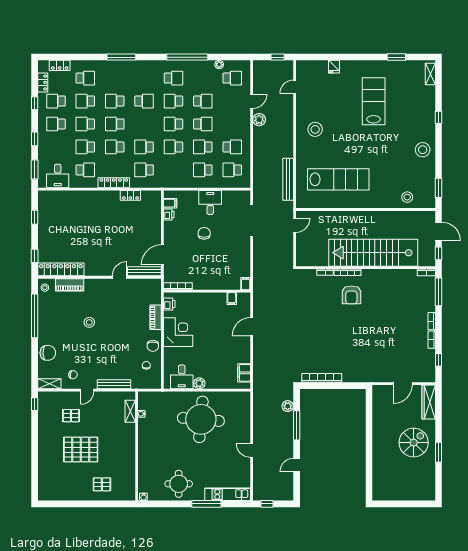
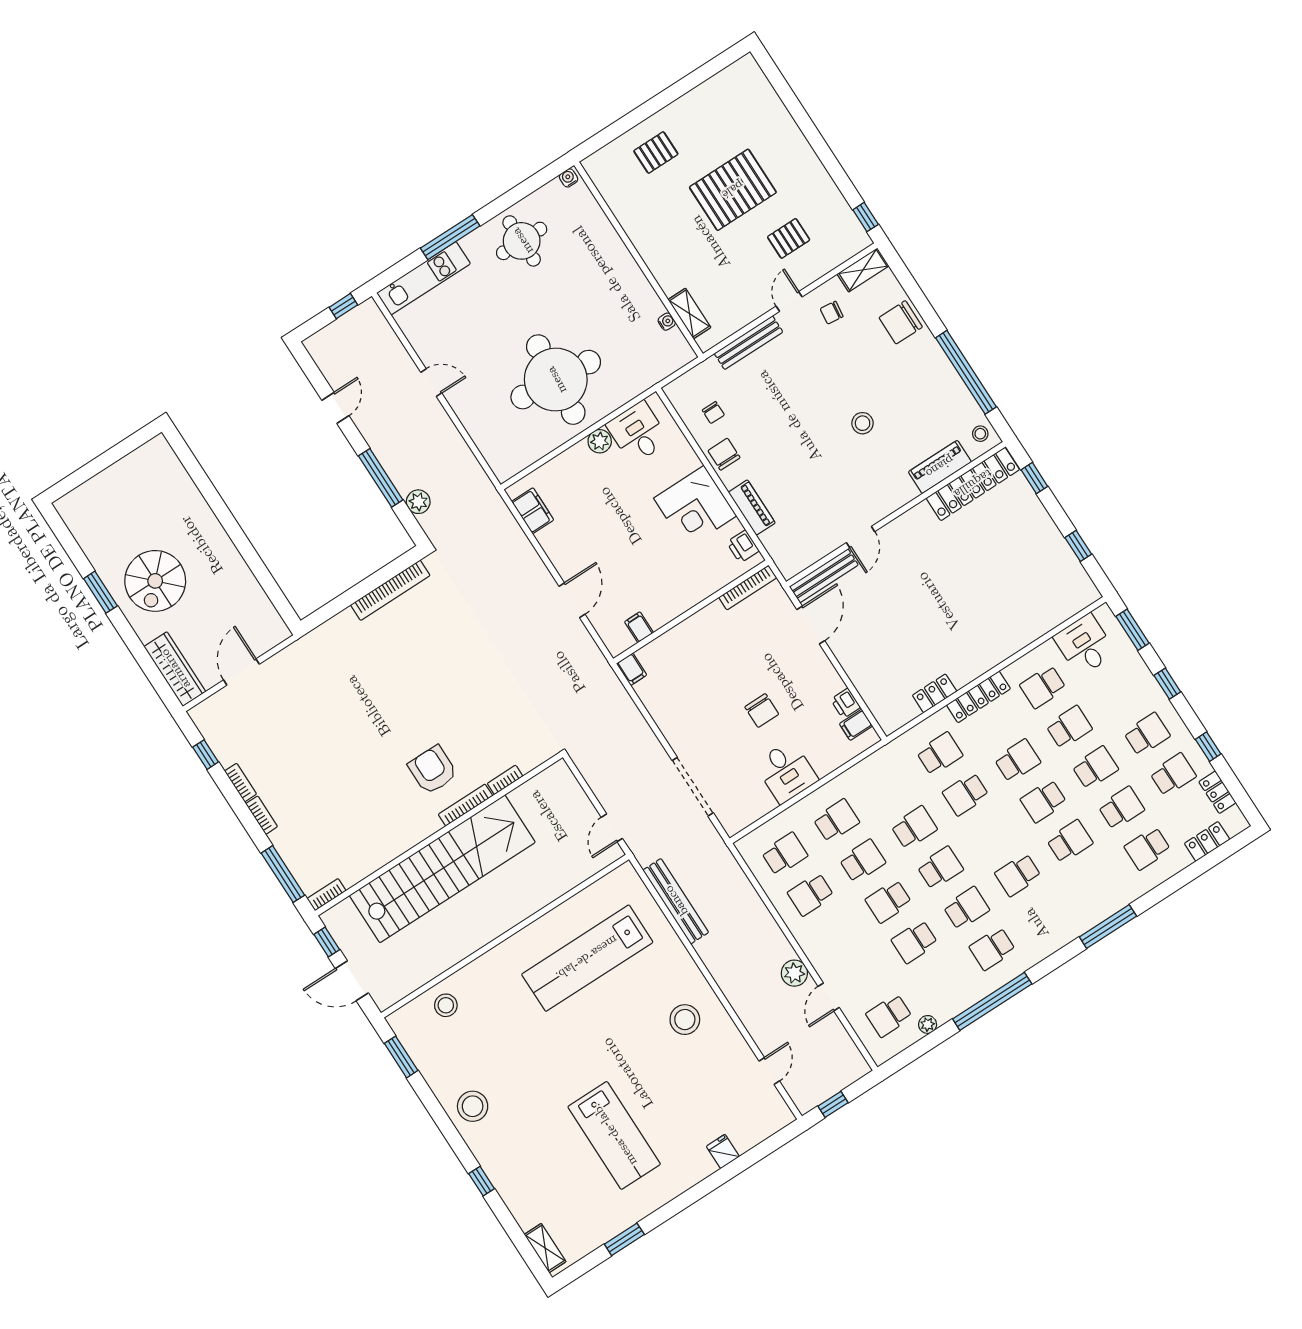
school desk: (115, 124) -> (1044, 801), turned 180
school desk: (144, 147) -> (966, 794), turned 180

